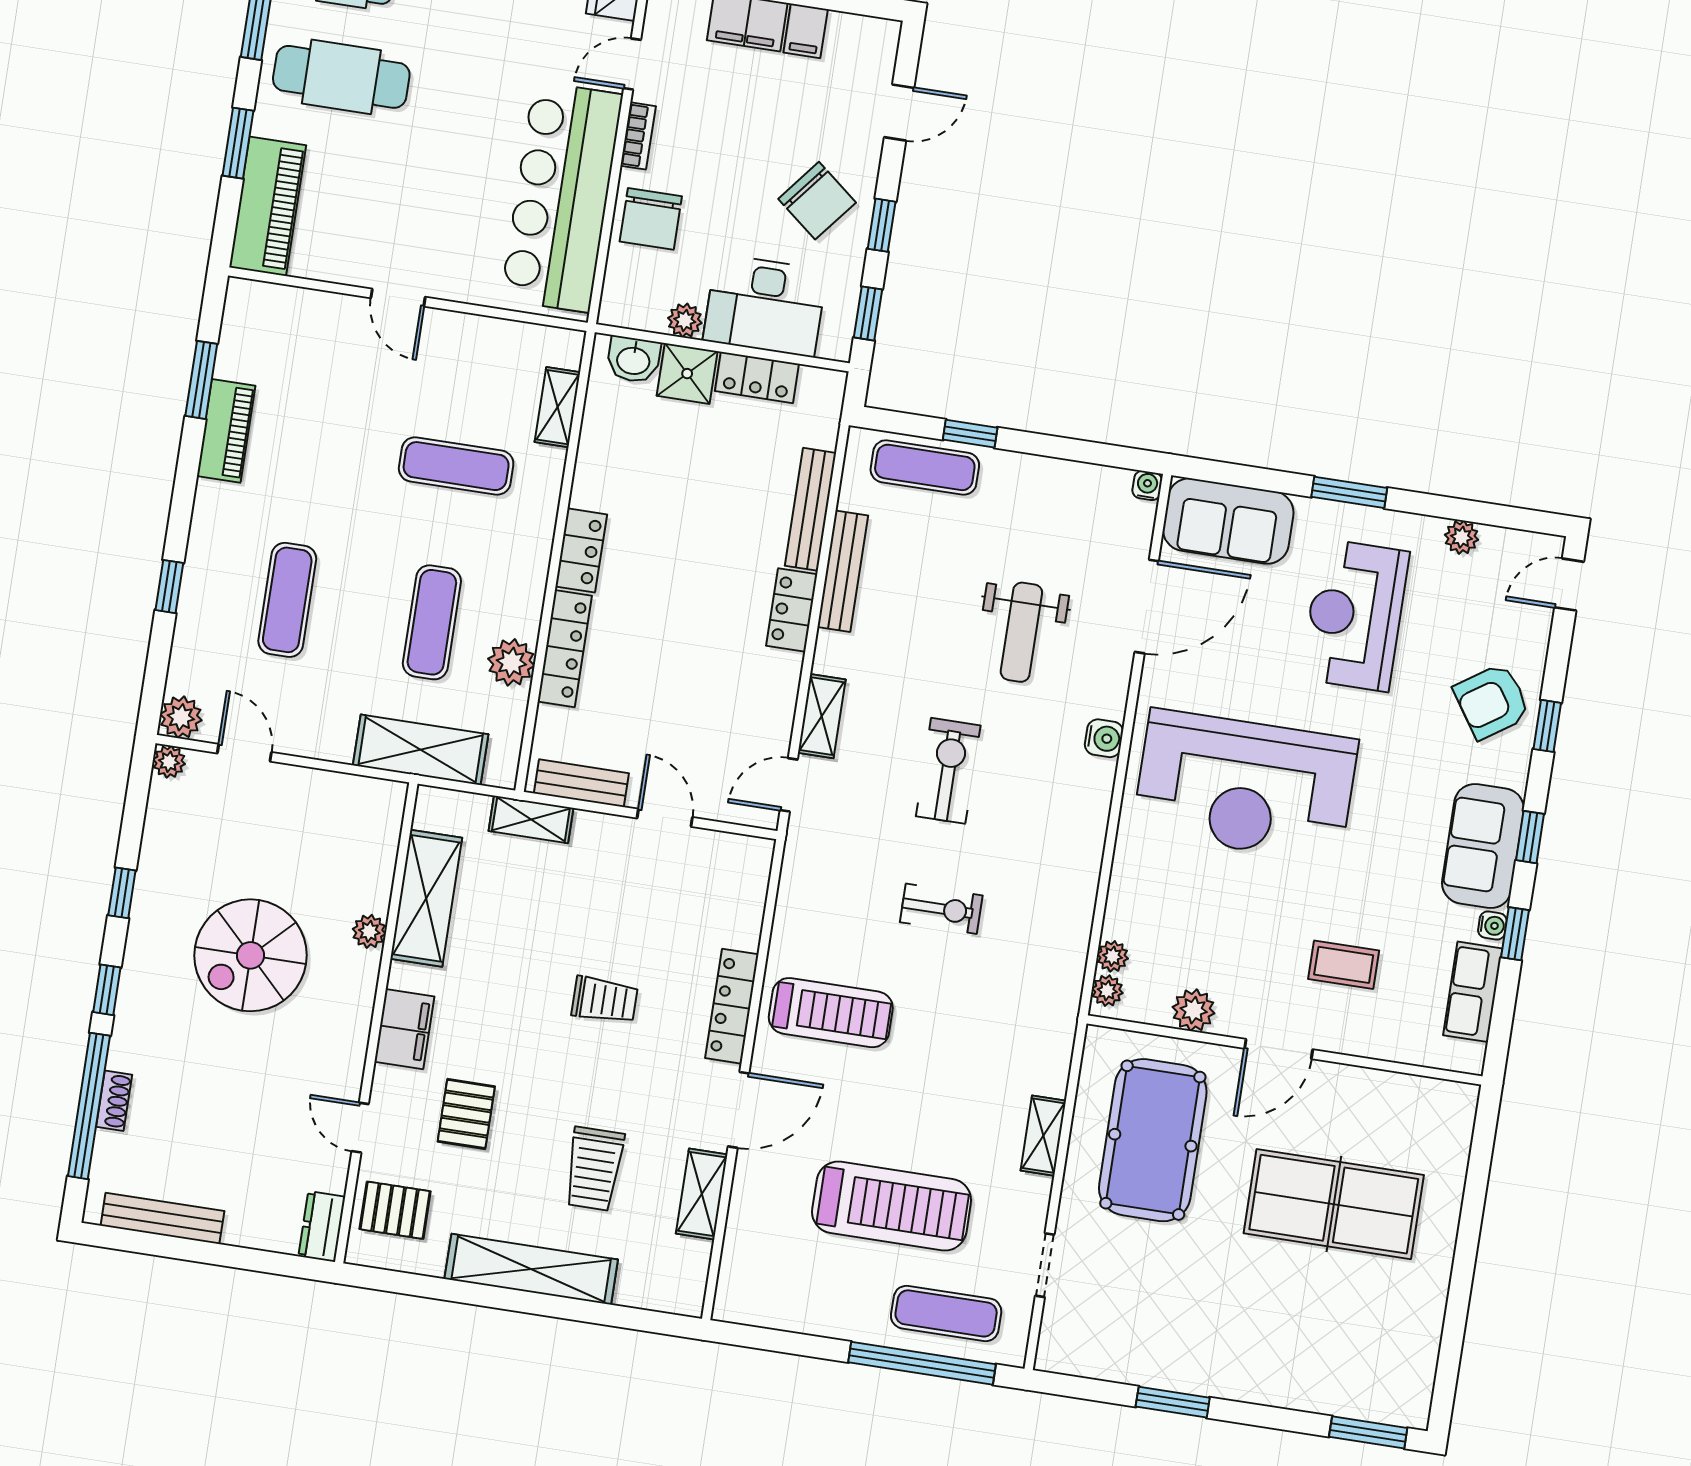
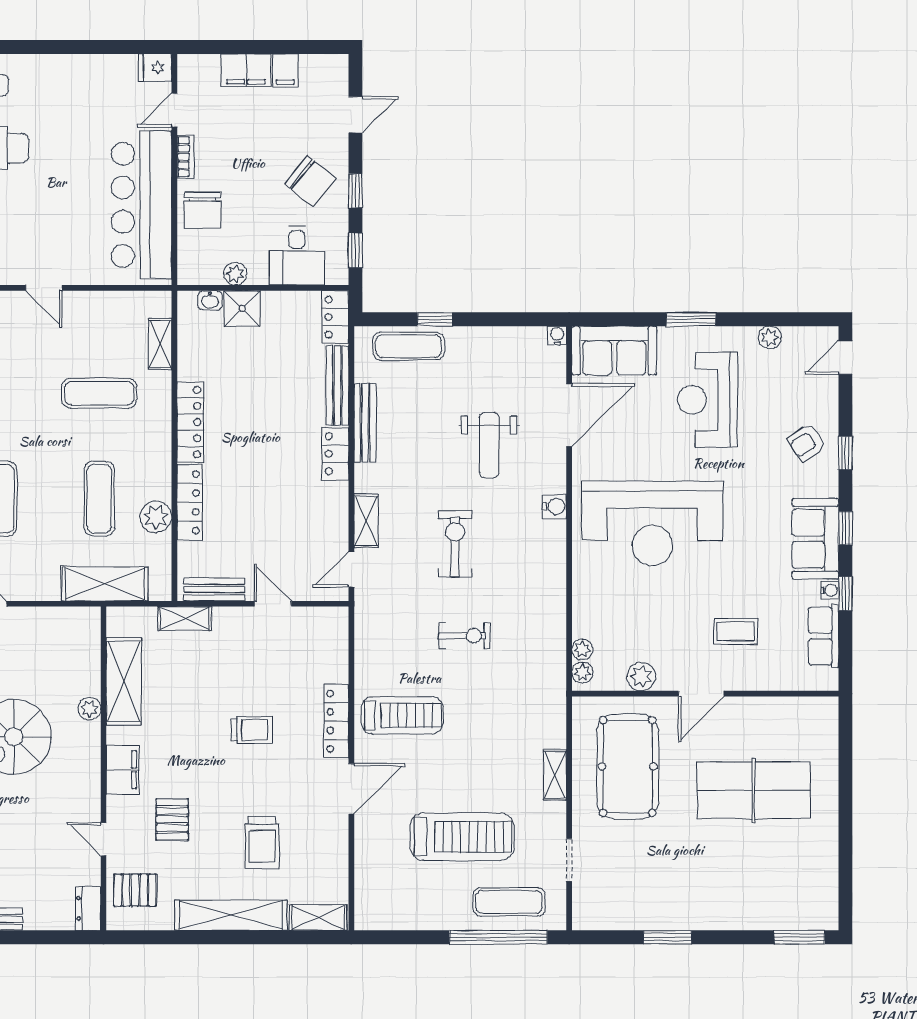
desk: (765, 305) -> (297, 256), width x0.73
washbasin: (633, 360) -> (210, 300), width x0.72, depth x0.69
locker: (757, 377) -> (335, 317), moved, turned 90
locker: (581, 550) -> (190, 422), width x1.53
armchair: (1492, 701) -> (806, 443), width x0.72, depth x0.72
shelving: (702, 1194) -> (318, 918), moved, turned 90

